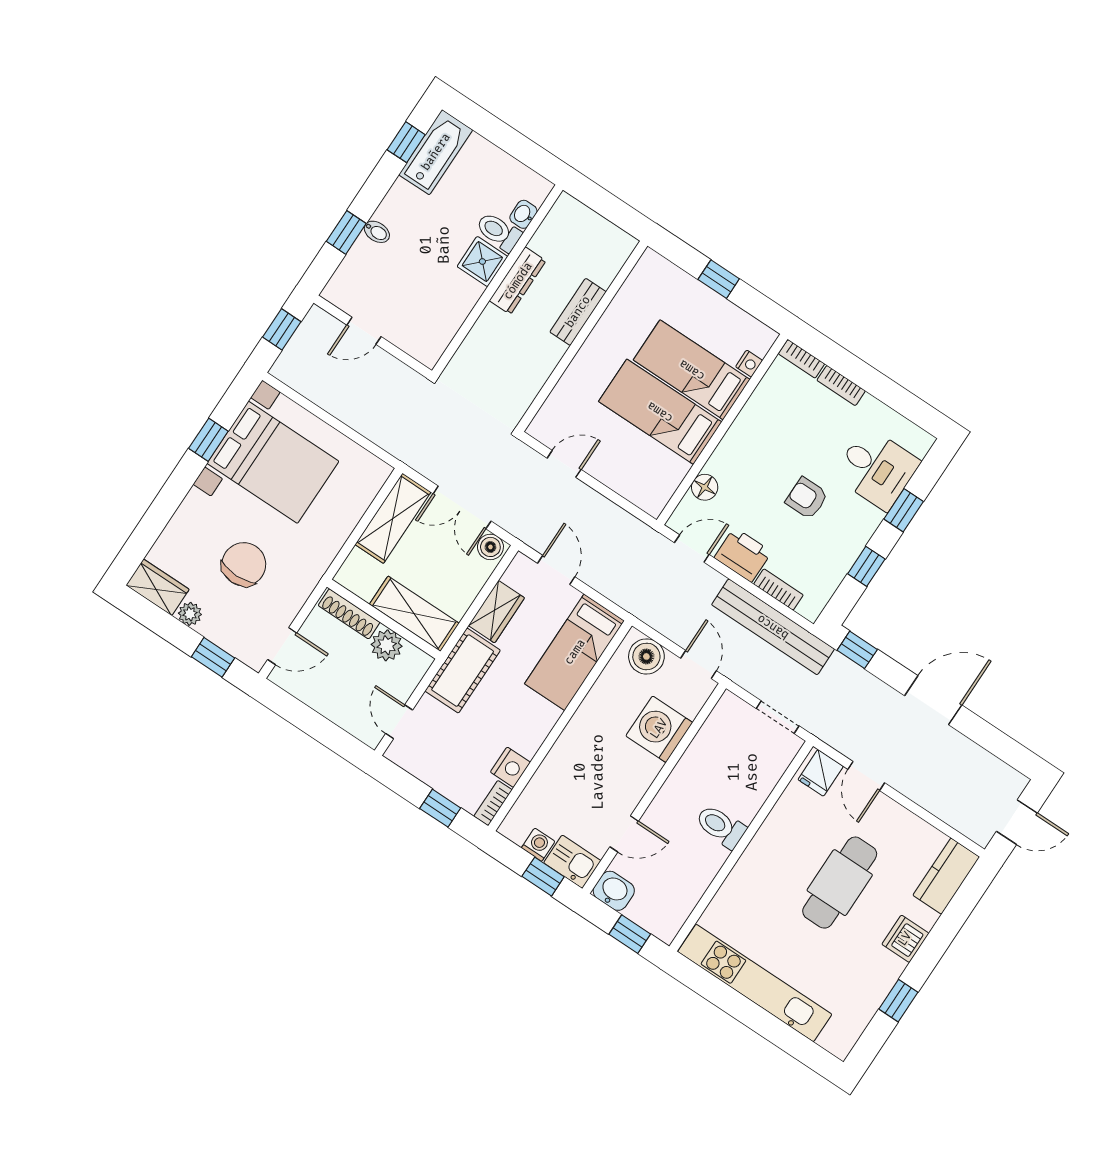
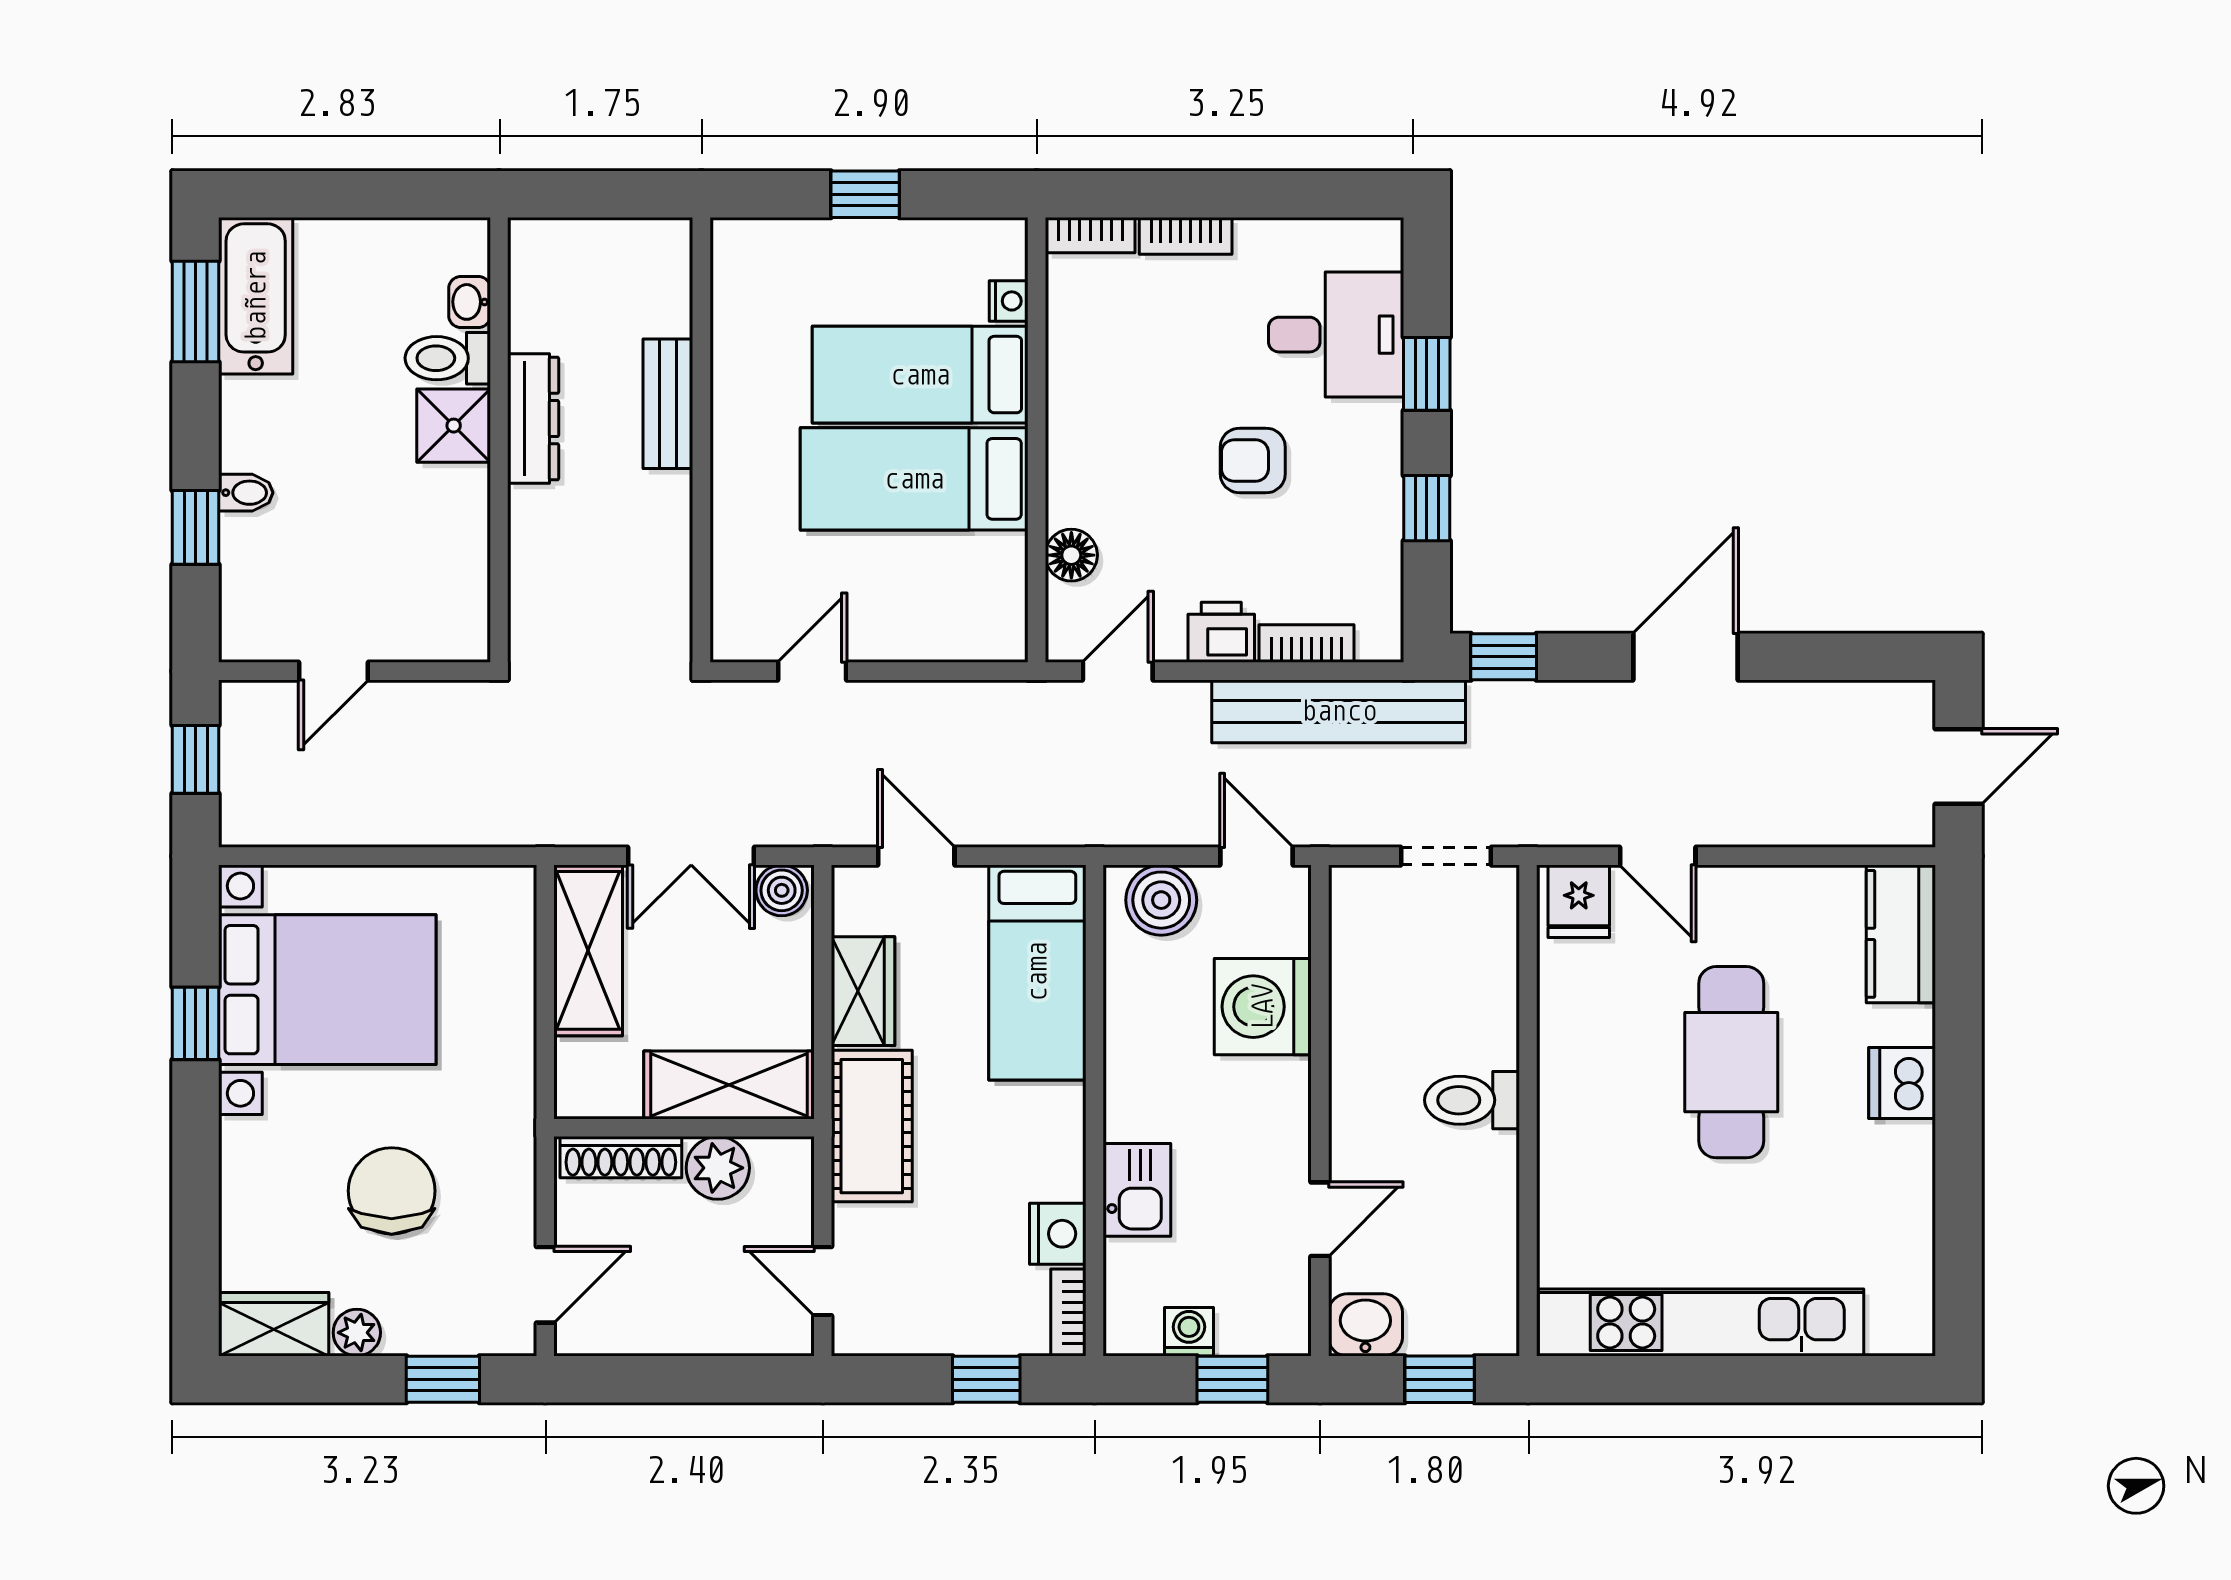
window: (406, 142) -> (196, 311), width x1.50
printer: (743, 555) -> (1221, 632), width x0.73, depth x0.81
kitchen sink: (572, 862) -> (1137, 1190), moved, turned 90
window: (898, 1001) -> (1959, 1193), removed

